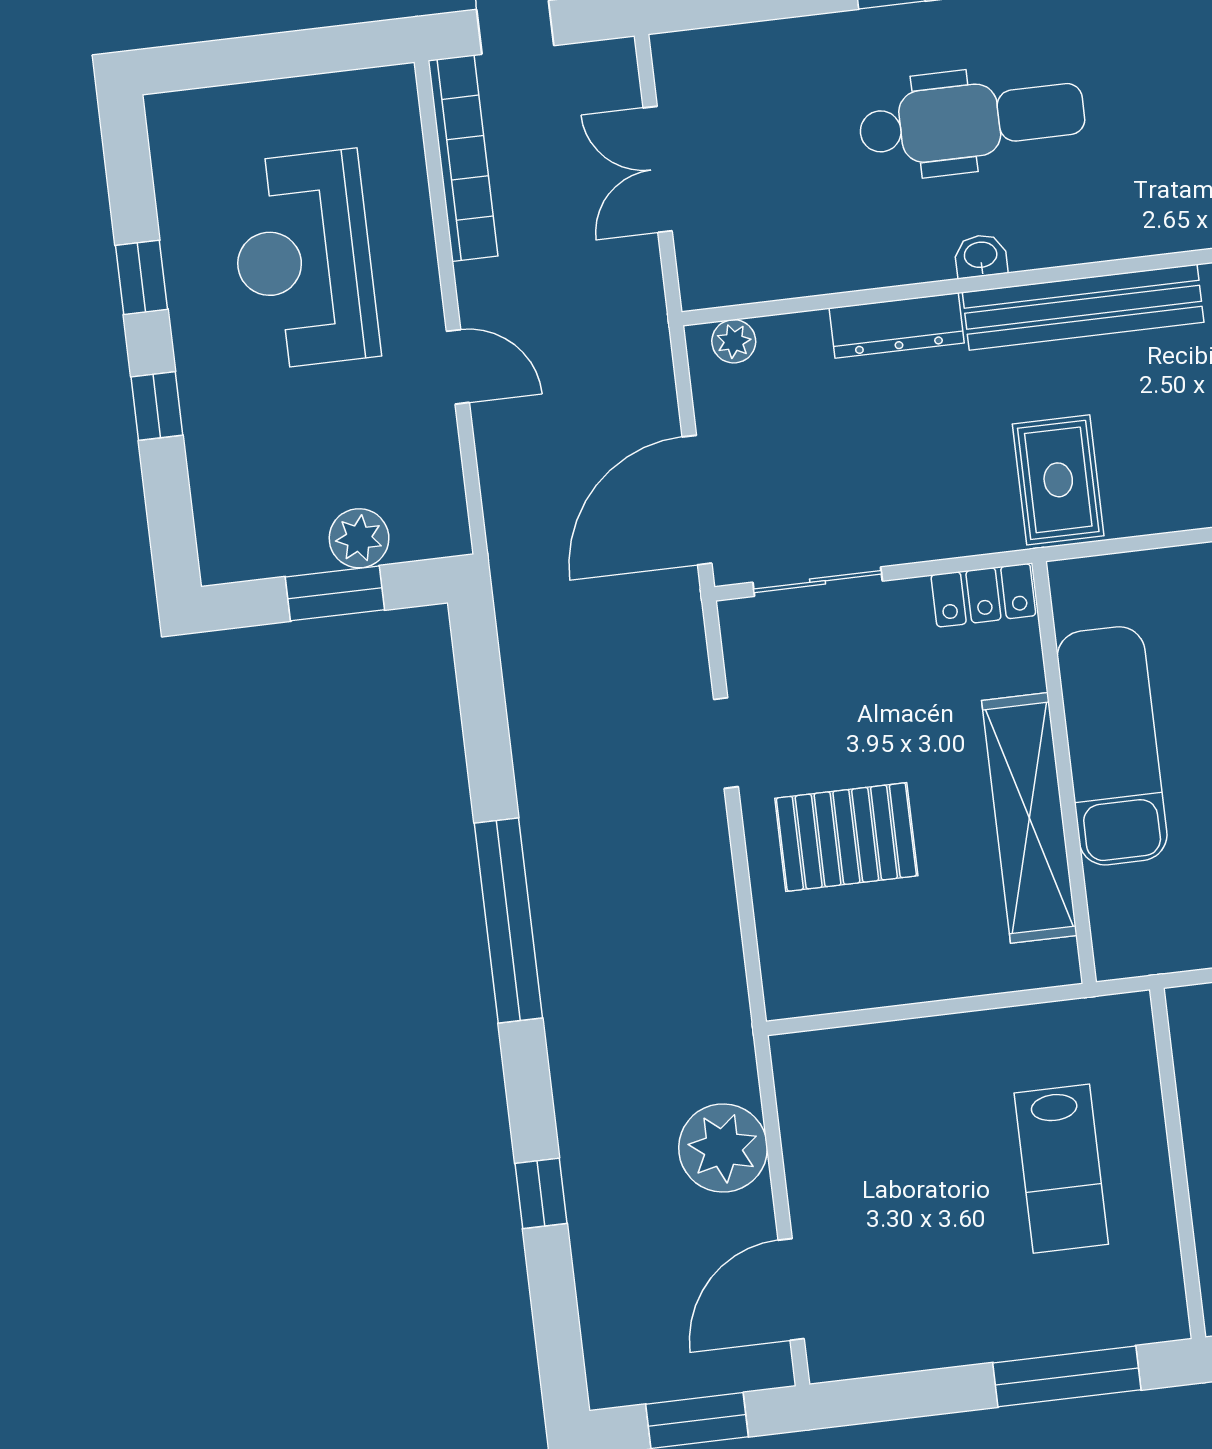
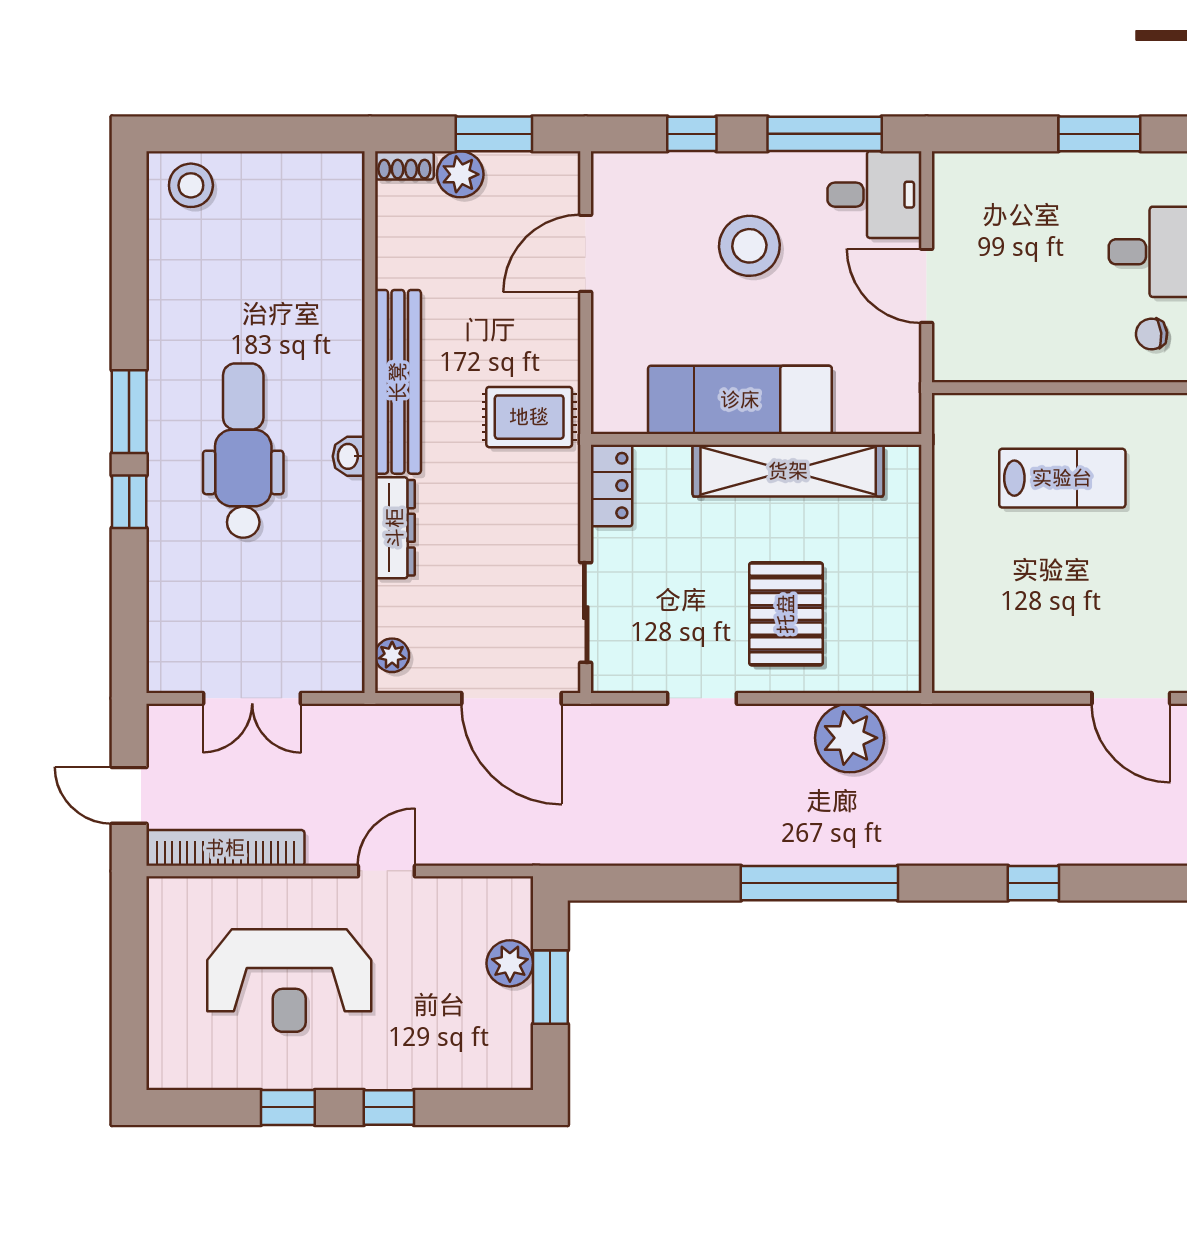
plant: (723, 1148) -> (850, 738), moved

